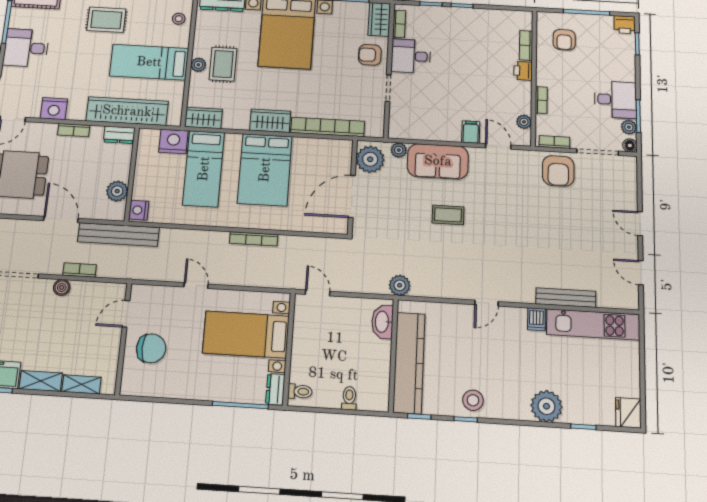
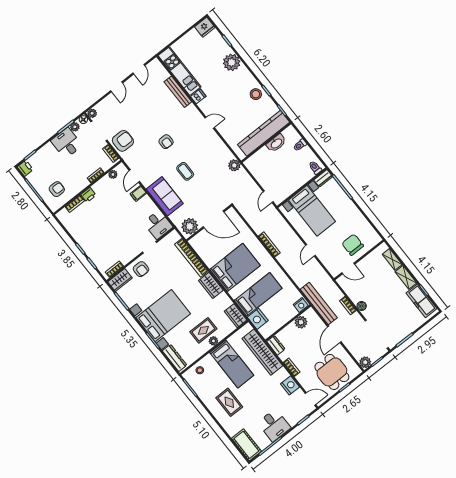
desk: (411, 56) -> (158, 225), moved
plant: (399, 150) -> (92, 113), moved
armchair: (510, 224) -> (166, 142), added
washbasin: (382, 322) -> (276, 143), moved

